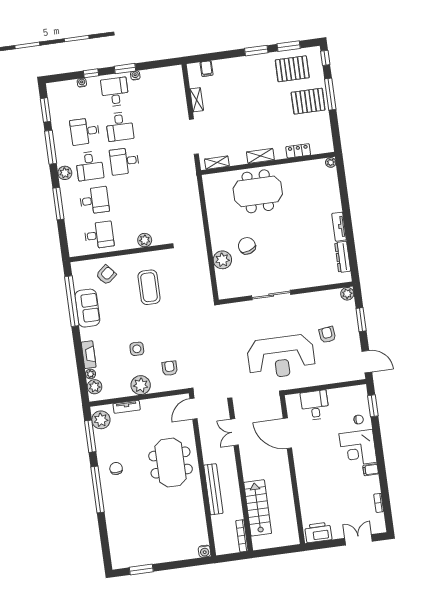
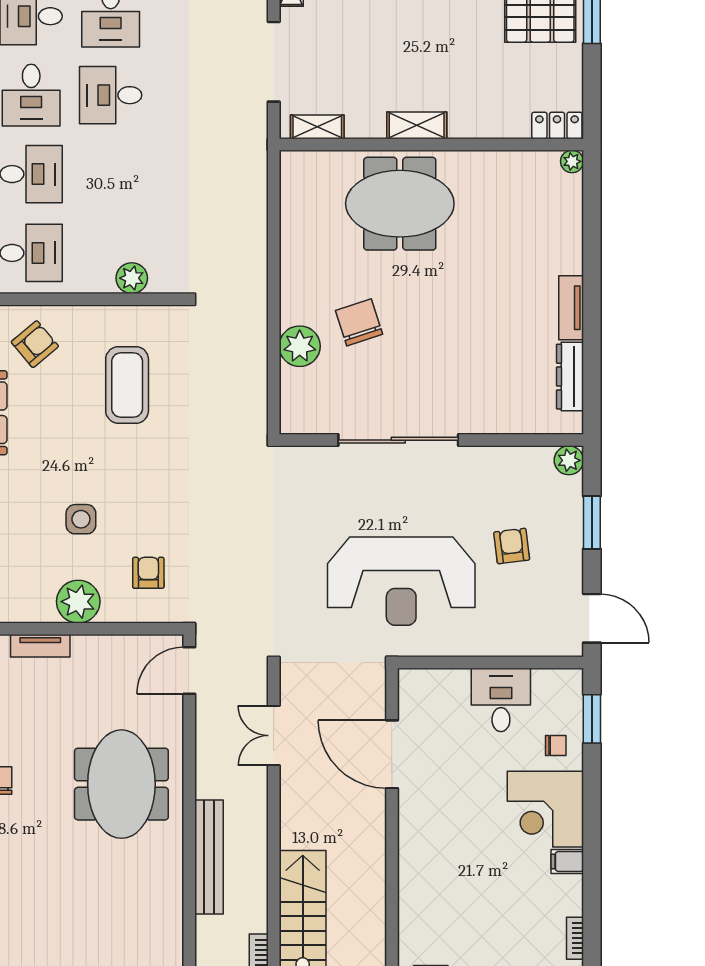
locker: (298, 151) -> (557, 125), moved
sliding door: (271, 295) -> (398, 440), width x1.36
desk: (315, 405) -> (501, 700), moved

